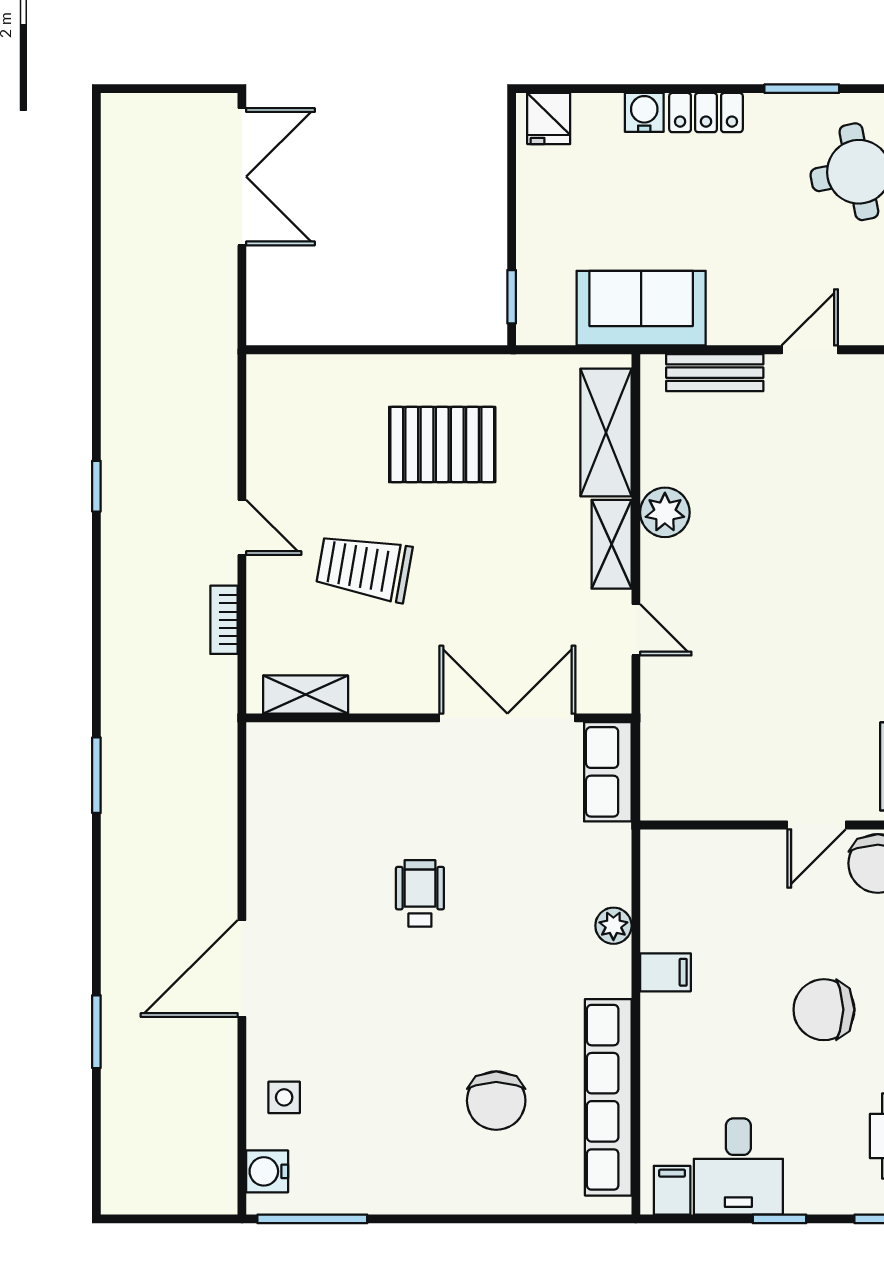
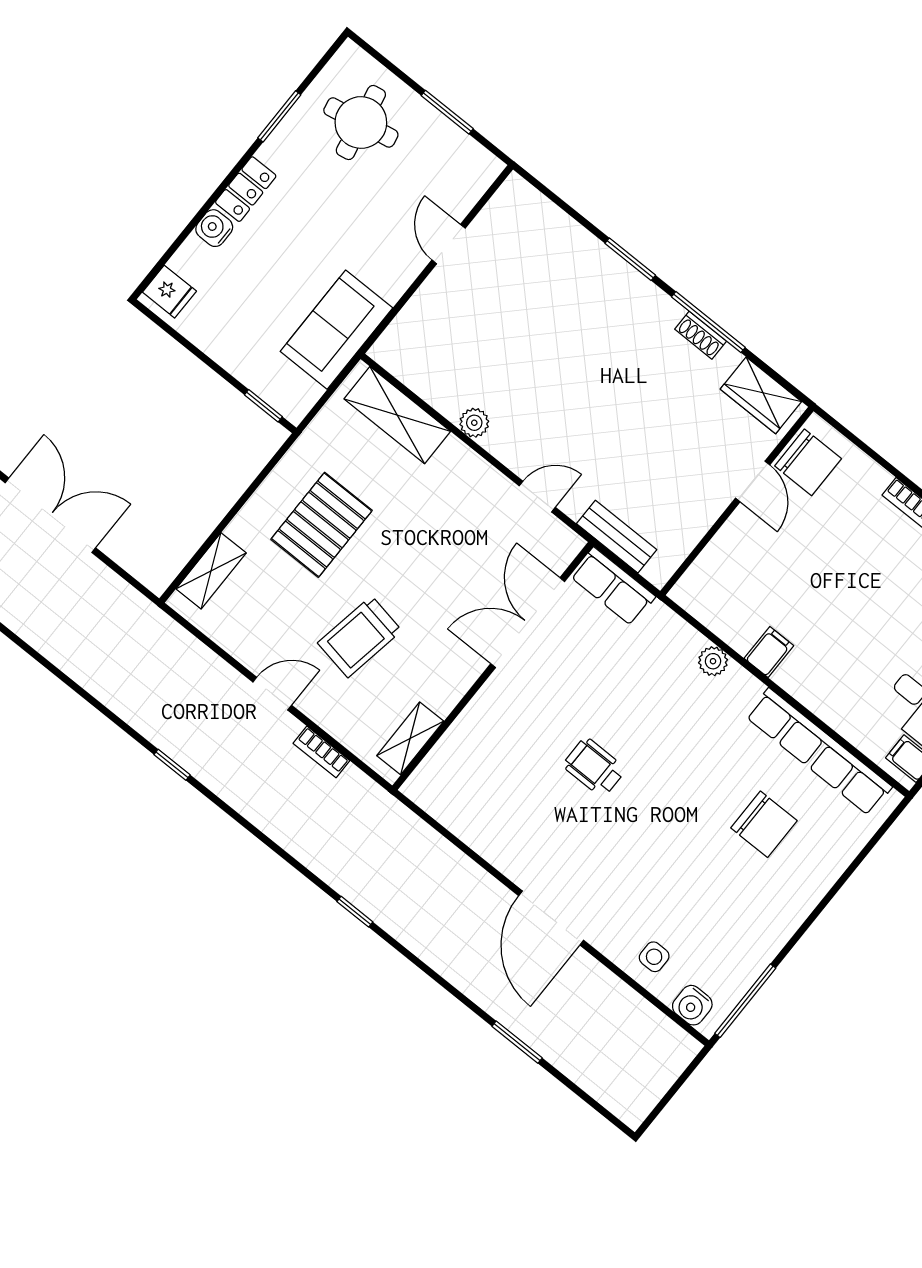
bench: (715, 373) -> (617, 537), moved, turned 90
plant: (665, 512) -> (474, 423), width x0.73, depth x0.73
shelving: (612, 544) -> (211, 571), moved, turned 90
window: (96, 775) -> (355, 912), width x0.67
chair: (824, 1010) -> (873, 571), removed

